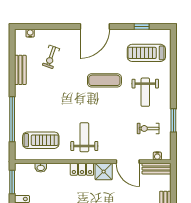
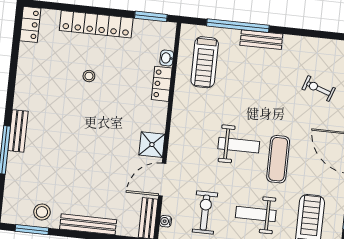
bench: (20, 70) -> (261, 40), moved
exercise bike: (148, 128) -> (205, 213), width x1.38, depth x1.39
weight bench: (84, 137) -> (239, 145), moved
locker: (82, 169) -> (162, 84), moved

